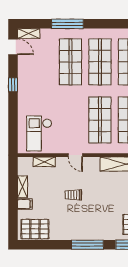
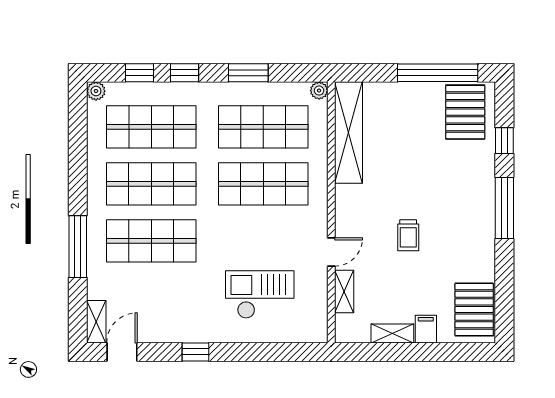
checkout: (39, 133) -> (260, 295), moved, turned 180
door: (75, 155) -> (331, 252), moved

